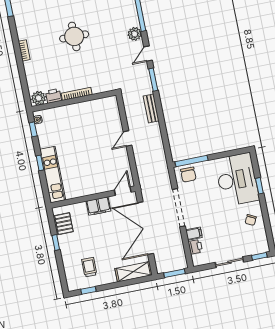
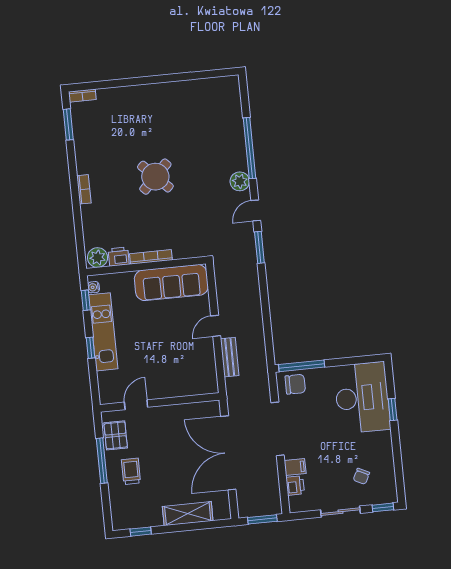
round table: (74, 36) -> (155, 177), turned 45
bench: (151, 108) -> (230, 357), moved
sofa: (93, 111) -> (171, 283), added
kitchen unit: (53, 175) -> (103, 332), moved
chair: (188, 175) -> (295, 384), turned -90
door: (123, 191) -> (136, 405), moved
filing cabinet: (98, 206) -> (166, 416), removed
chair: (251, 220) -> (361, 476), moved
window: (56, 243) -> (102, 461), width x2.17
trolley: (89, 267) -> (131, 471), moved
shelving: (133, 272) -> (188, 514), moved

